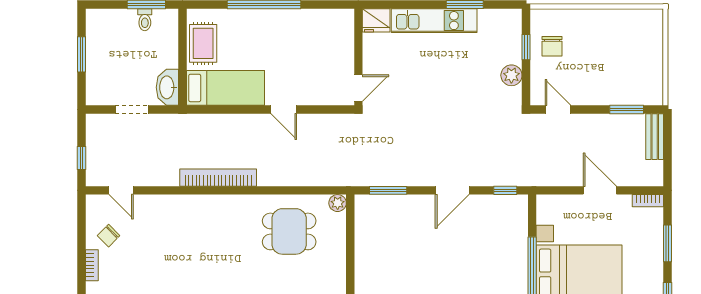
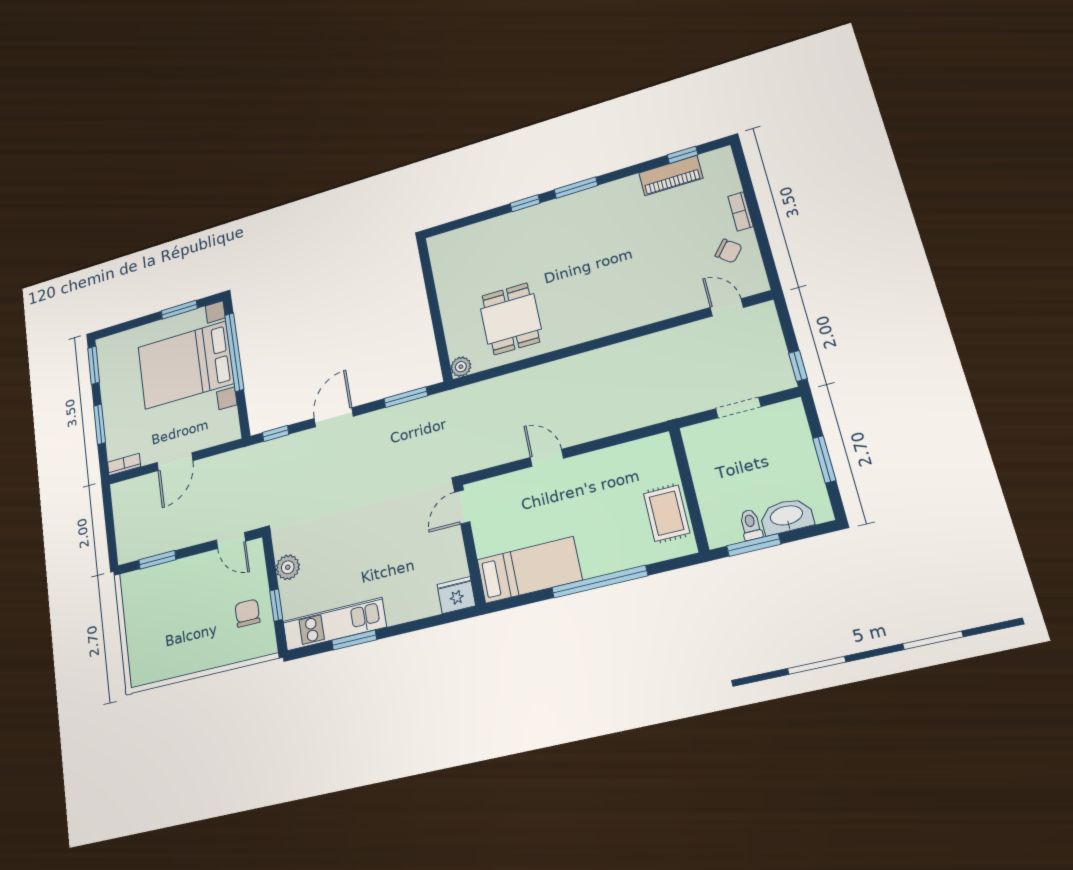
kitchen unit: (434, 21) -> (334, 624), moved
washbasin: (167, 87) -> (787, 516), moved, turned -90
bed: (226, 88) -> (529, 570), moved, turned 180
bench: (655, 137) -> (125, 537), removed
window: (81, 158) -> (798, 366), moved
bookcase: (218, 178) -> (609, 356), removed
door: (600, 190) -> (175, 462), hinge flipped
dining table: (289, 231) -> (511, 319), turned 90
chair: (109, 236) -> (729, 251), turned 85

